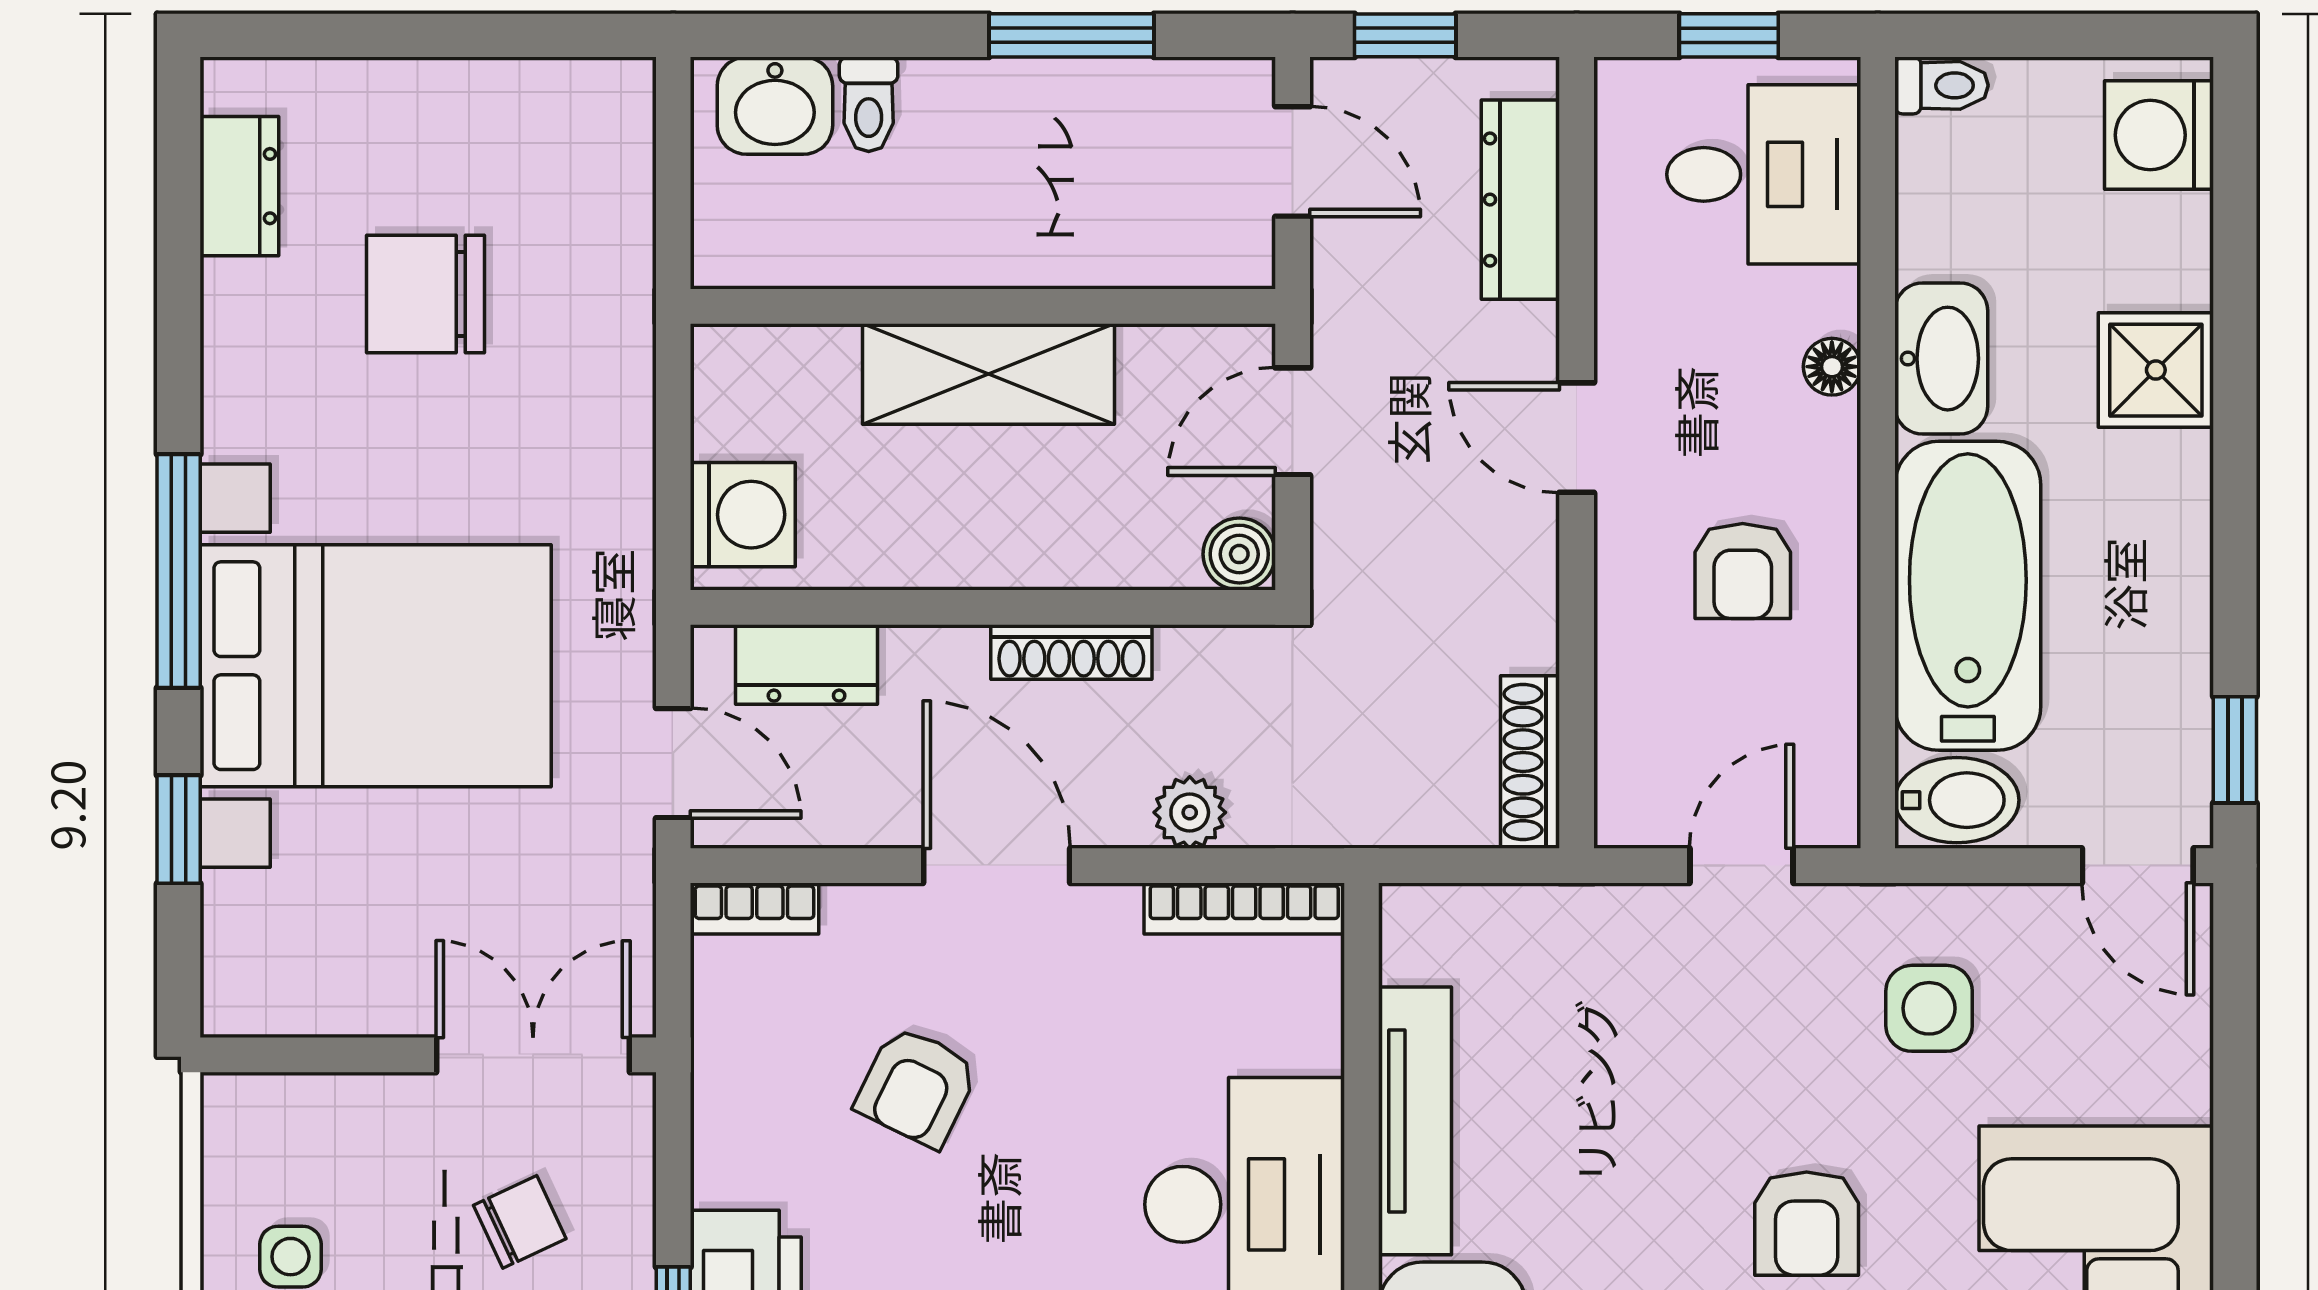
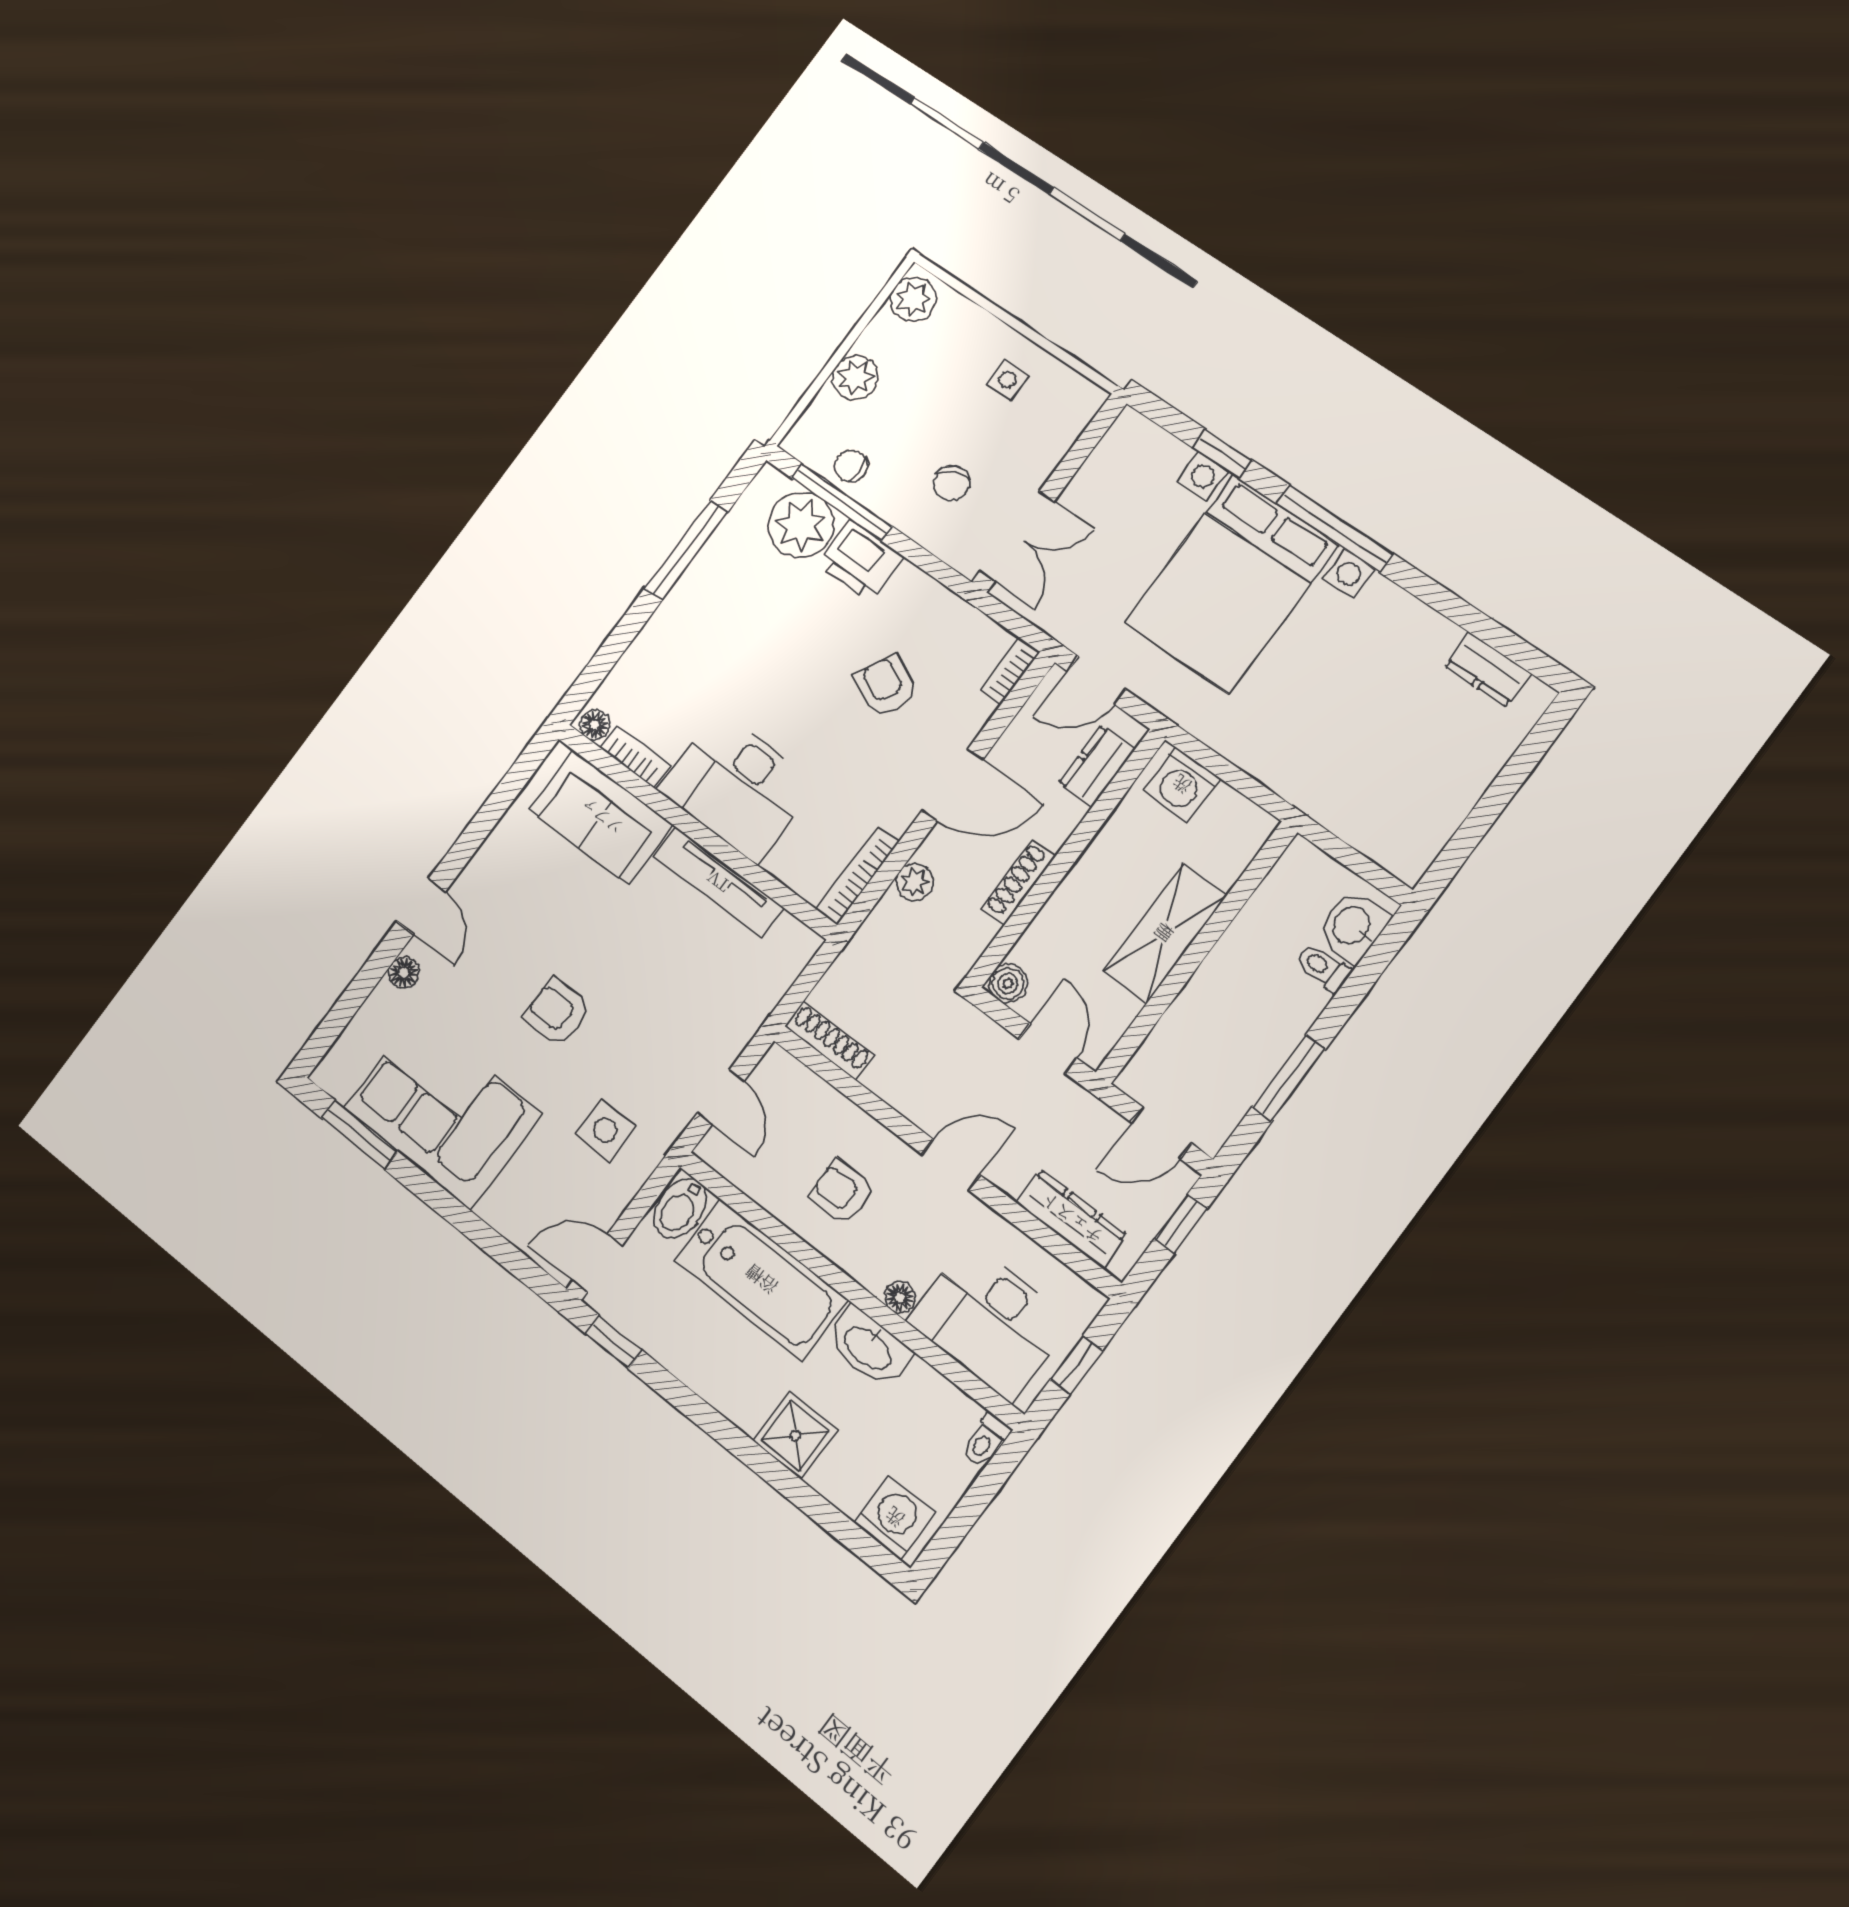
desk: (1764, 174) -> (990, 1321), width x1.37
chair: (425, 294) -> (1380, 717), removed

